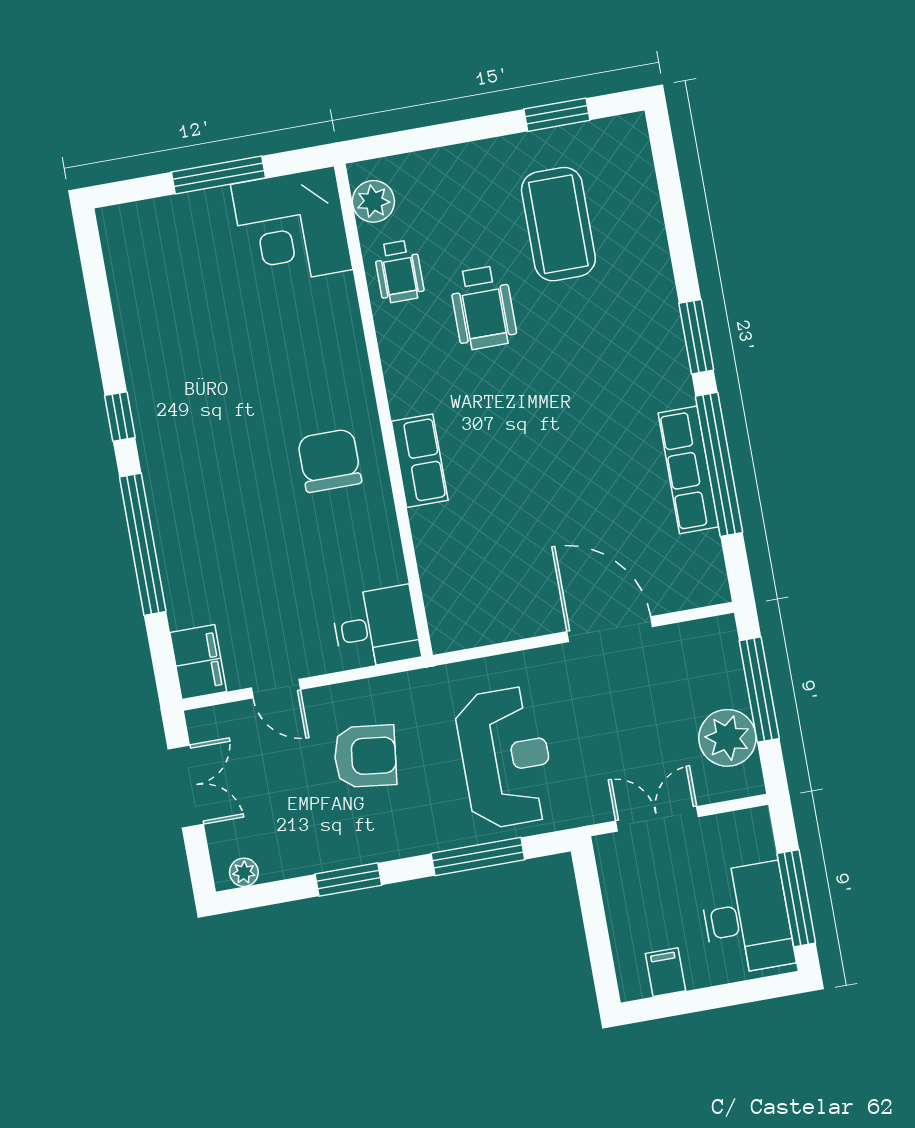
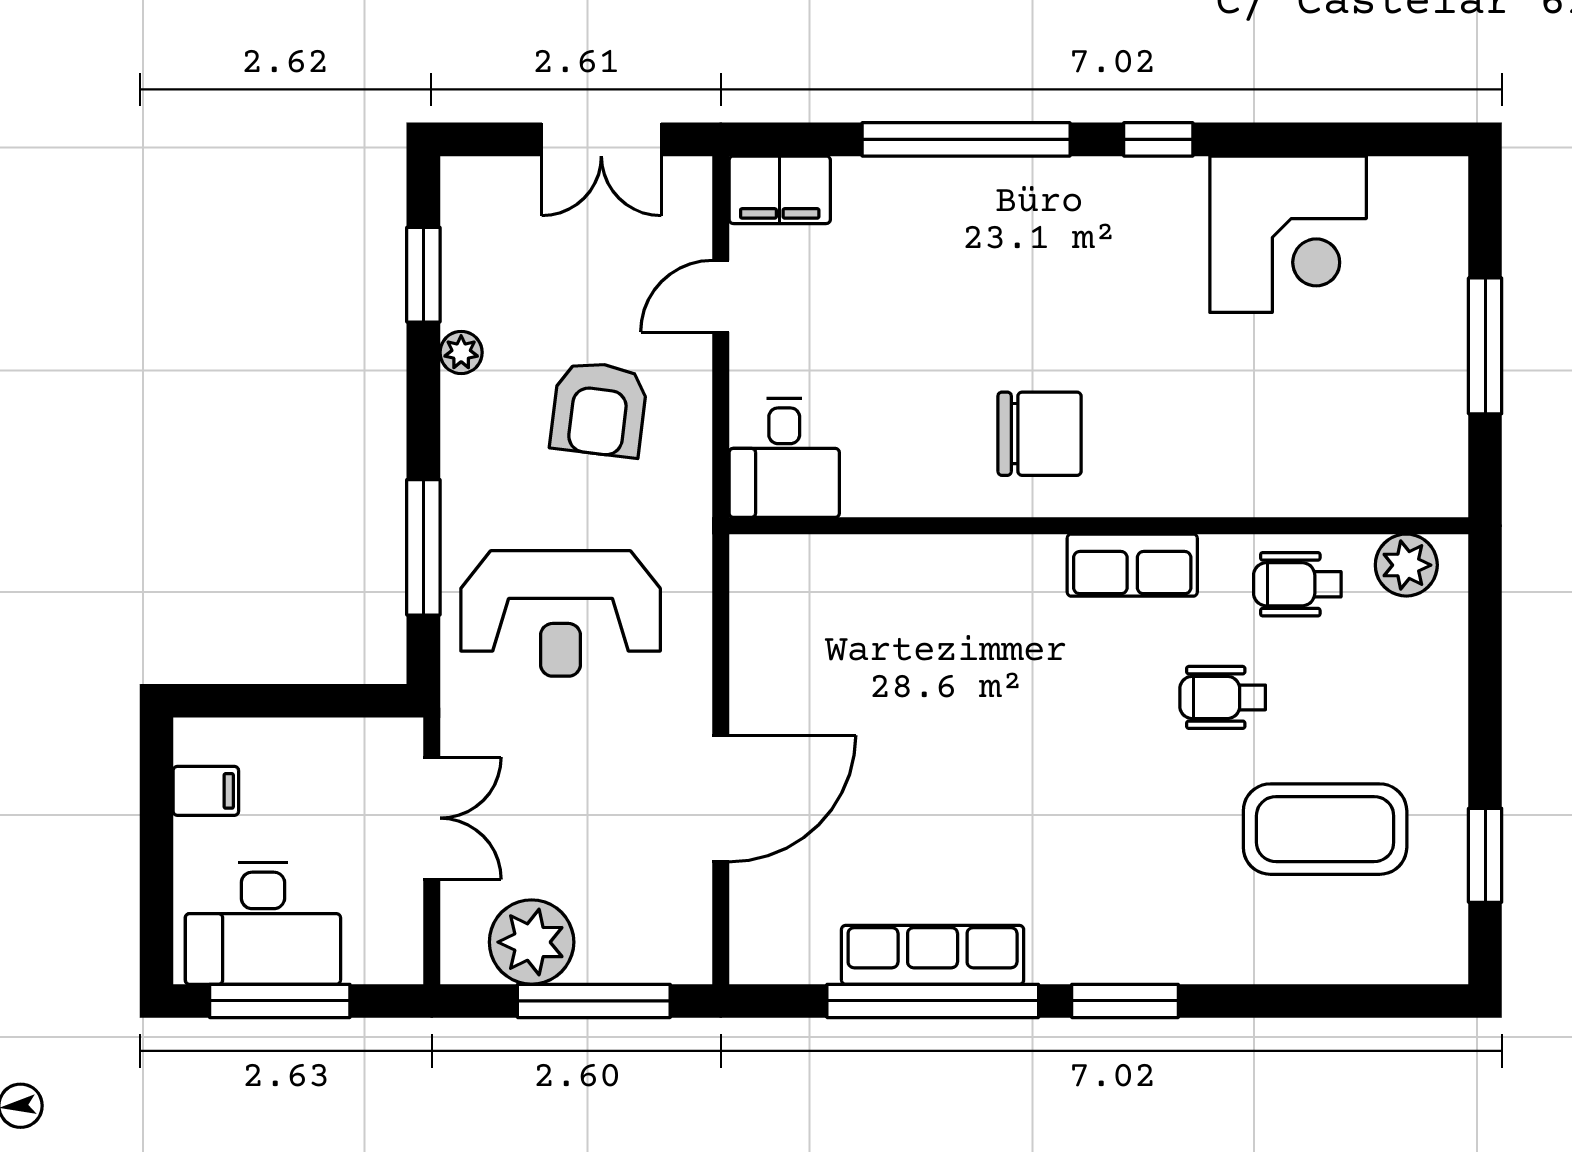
corner desk: (292, 227) -> (1288, 234), moved, turned 180
wheelchair: (483, 308) -> (1223, 697), width x0.73, depth x0.73
row of seats: (420, 461) -> (1132, 565), moved
plant: (244, 872) -> (461, 352), moved
window: (348, 880) -> (423, 275), moved

